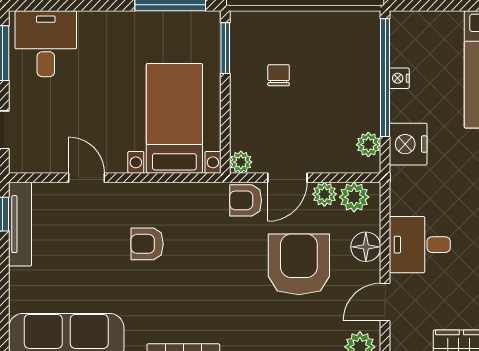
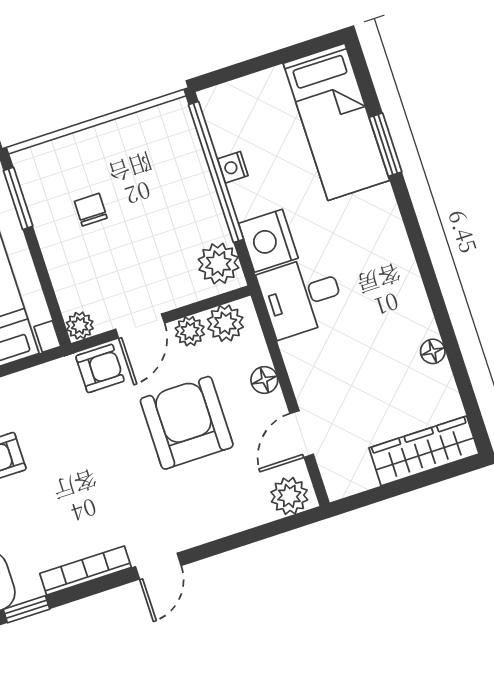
plant: (368, 145) -> (218, 264), width x1.38, depth x1.38
armchair: (246, 200) -> (100, 368), turned 180
desk: (420, 245) -> (302, 296), moved
floor lamp: (366, 247) -> (264, 380), width x0.73, depth x0.73

